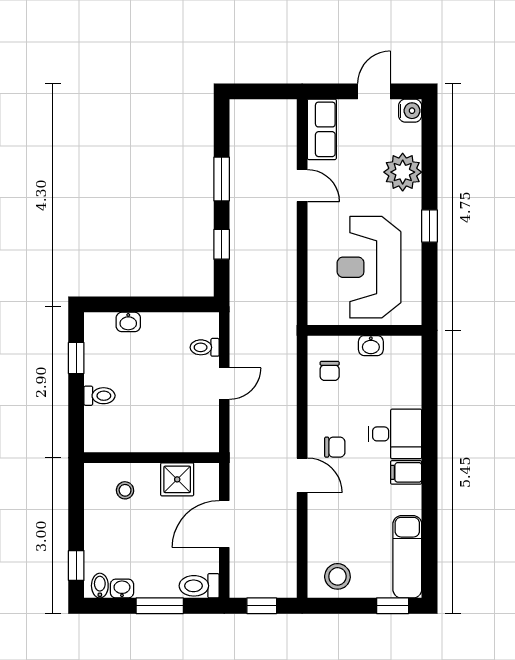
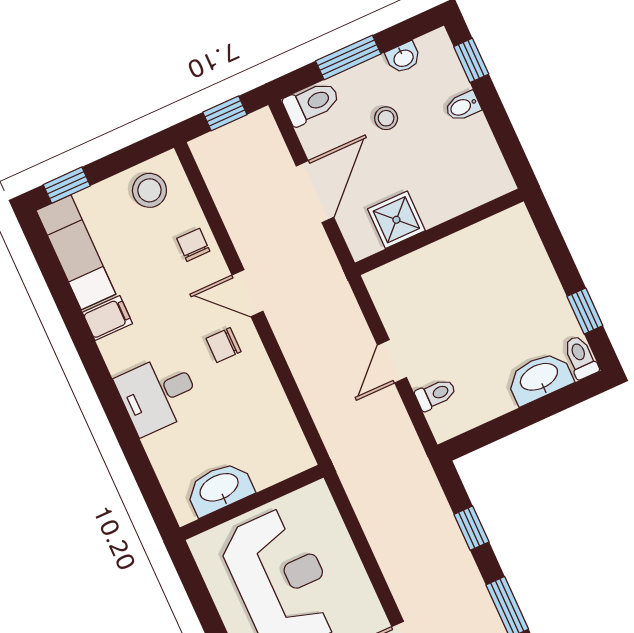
washbasin: (128, 322) -> (539, 378), width x1.91, depth x1.45
washbasin: (371, 346) -> (219, 488), width x1.91, depth x1.45
chair: (330, 371) -> (193, 245), moved
toilet: (99, 396) -> (581, 357), moved, turned 90
filing cabinet: (406, 472) -> (107, 318), moved
stool: (125, 490) -> (386, 118), moved
bidet: (100, 586) -> (463, 106), moved, turned 90

